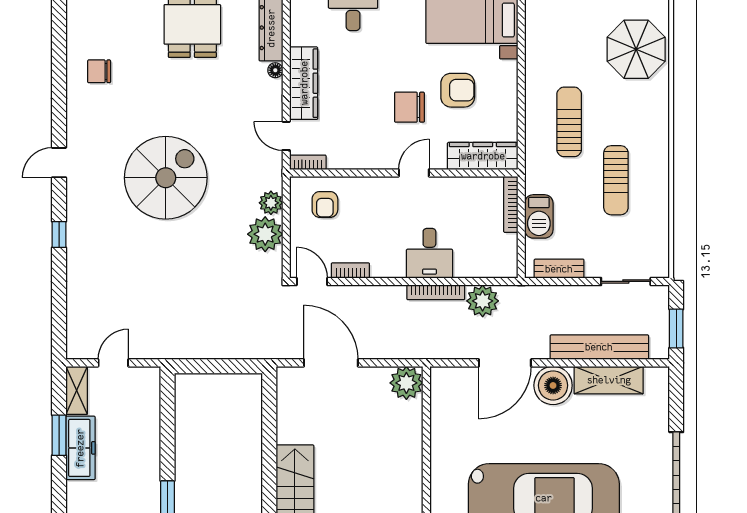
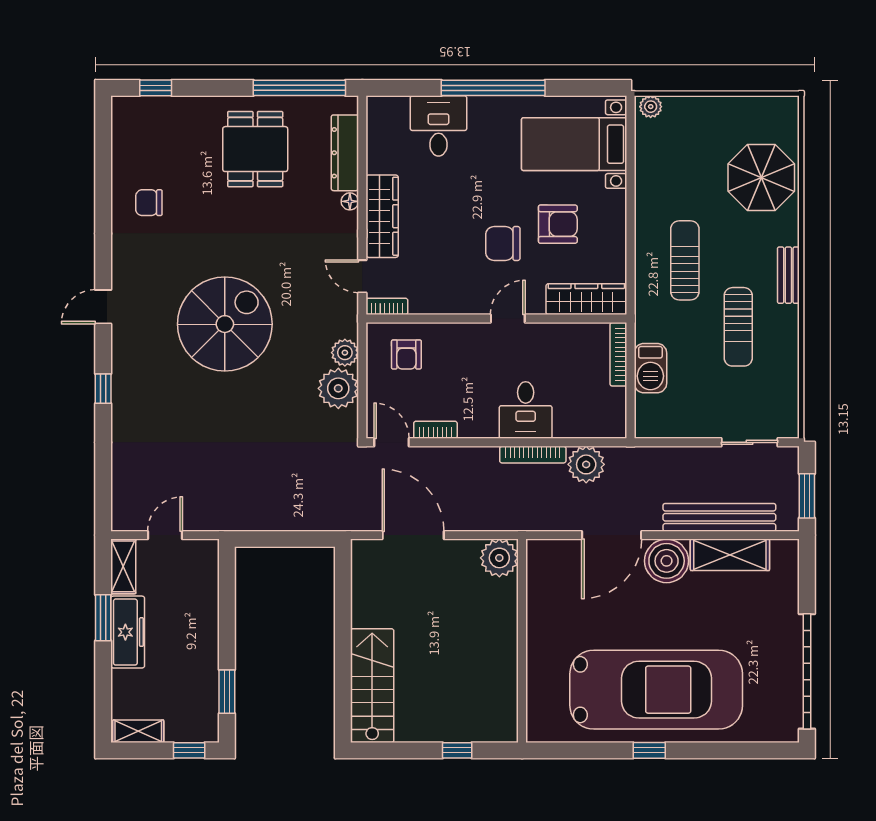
bench: (559, 269) -> (788, 275), moved, turned 90

